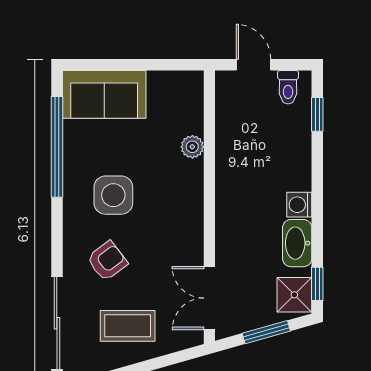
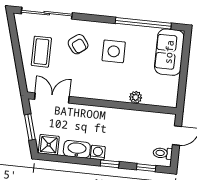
window: (317, 284) -> (110, 164), moved

